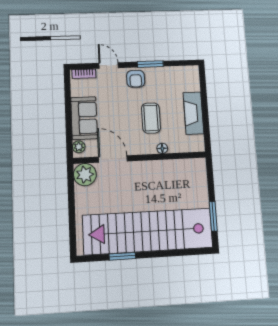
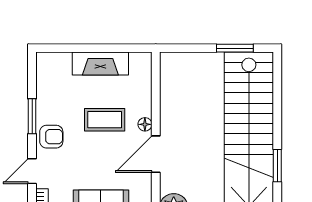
floor lamp: (162, 148) -> (145, 124), moved
door: (113, 159) -> (156, 154), moved

